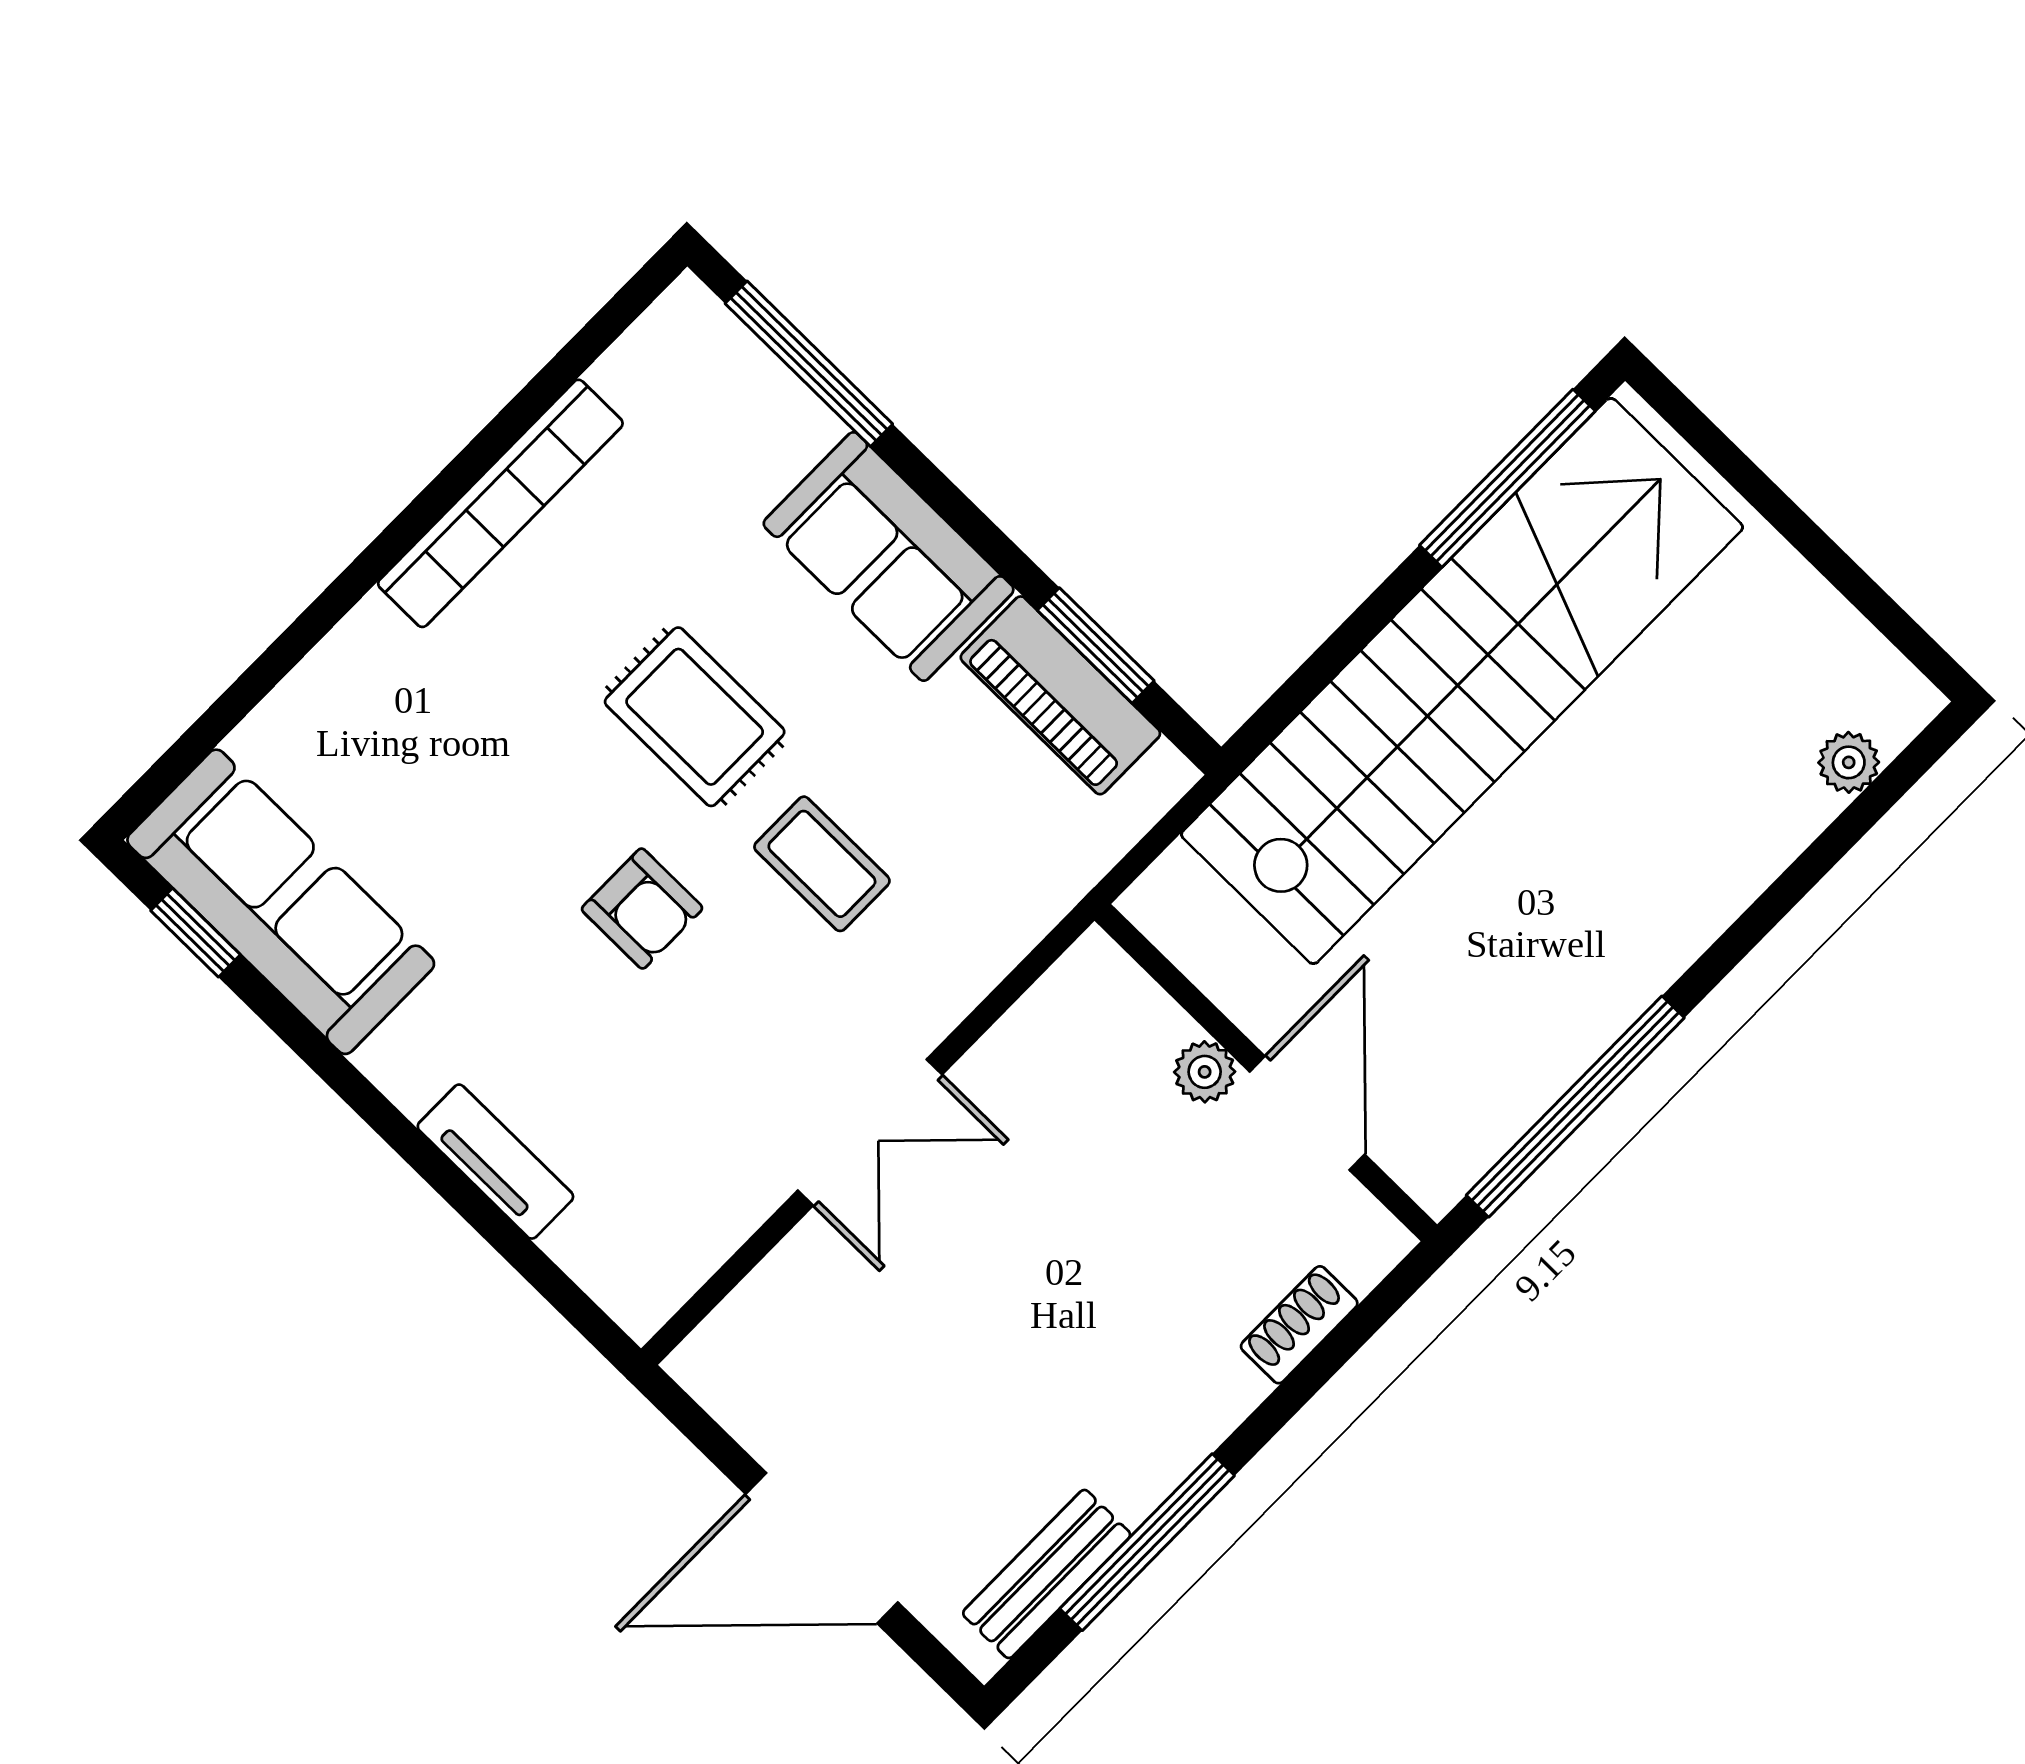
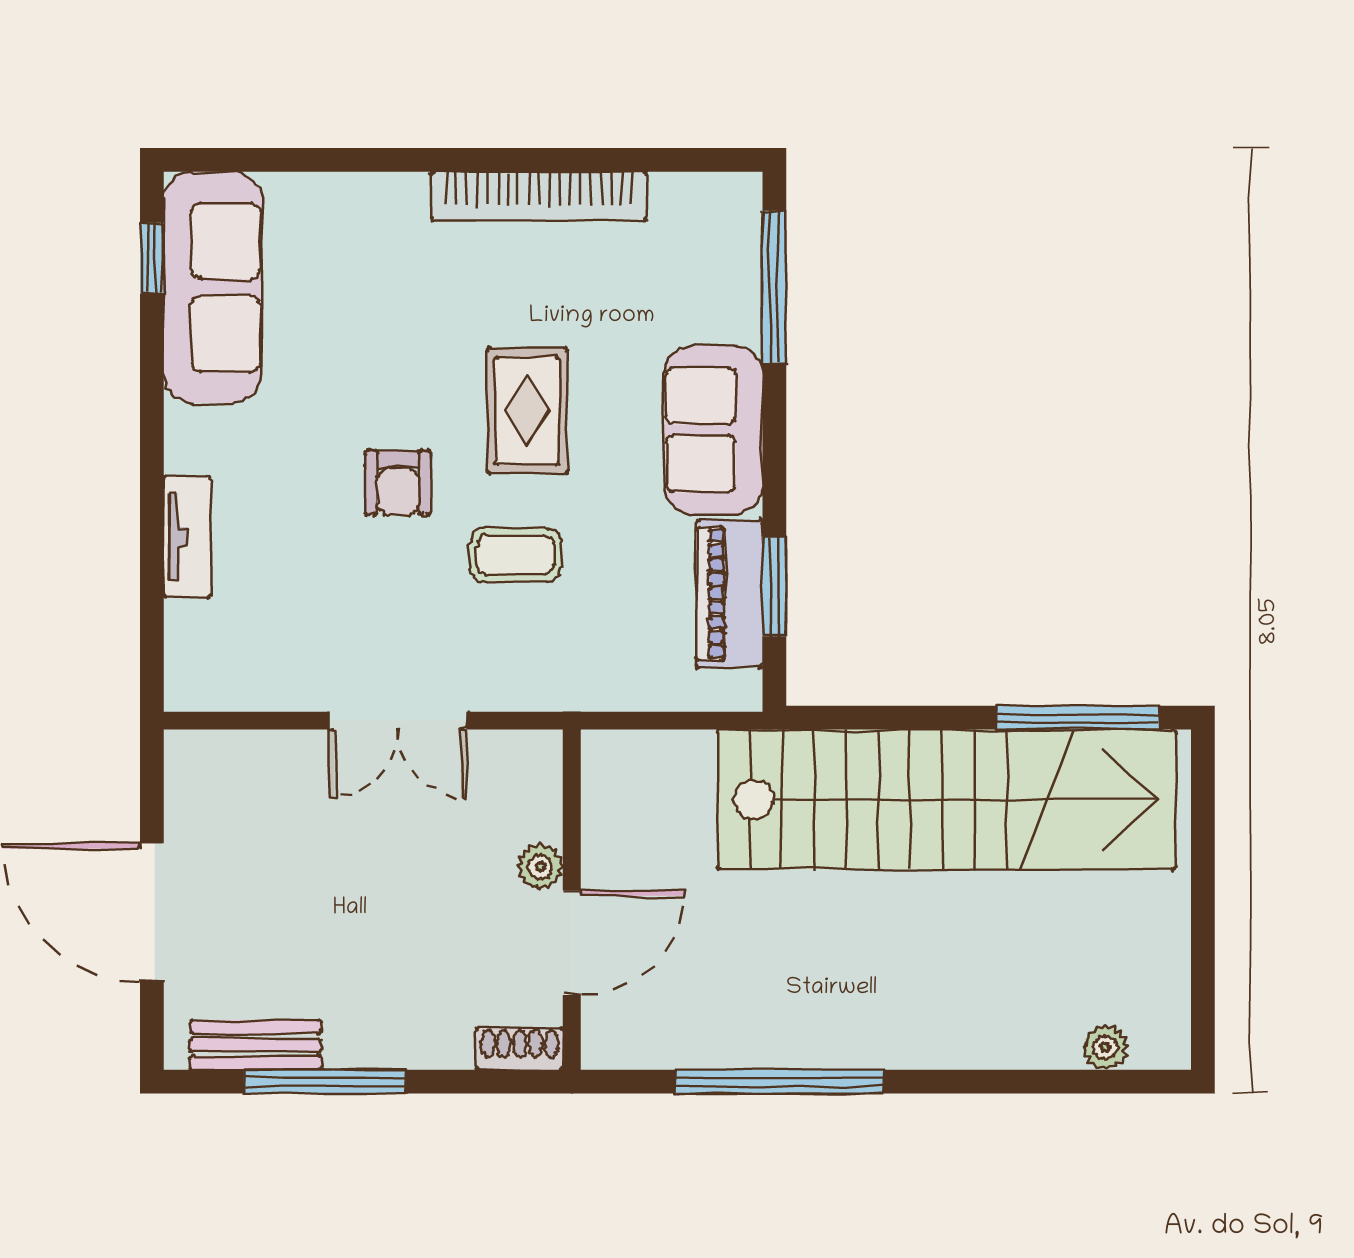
coffee table: (822, 864) -> (515, 555), turned 90
plant: (1205, 1072) -> (540, 867), moved
wall: (1266, 1073) -> (572, 900), moved
door: (1307, 1113) -> (572, 943), moved

